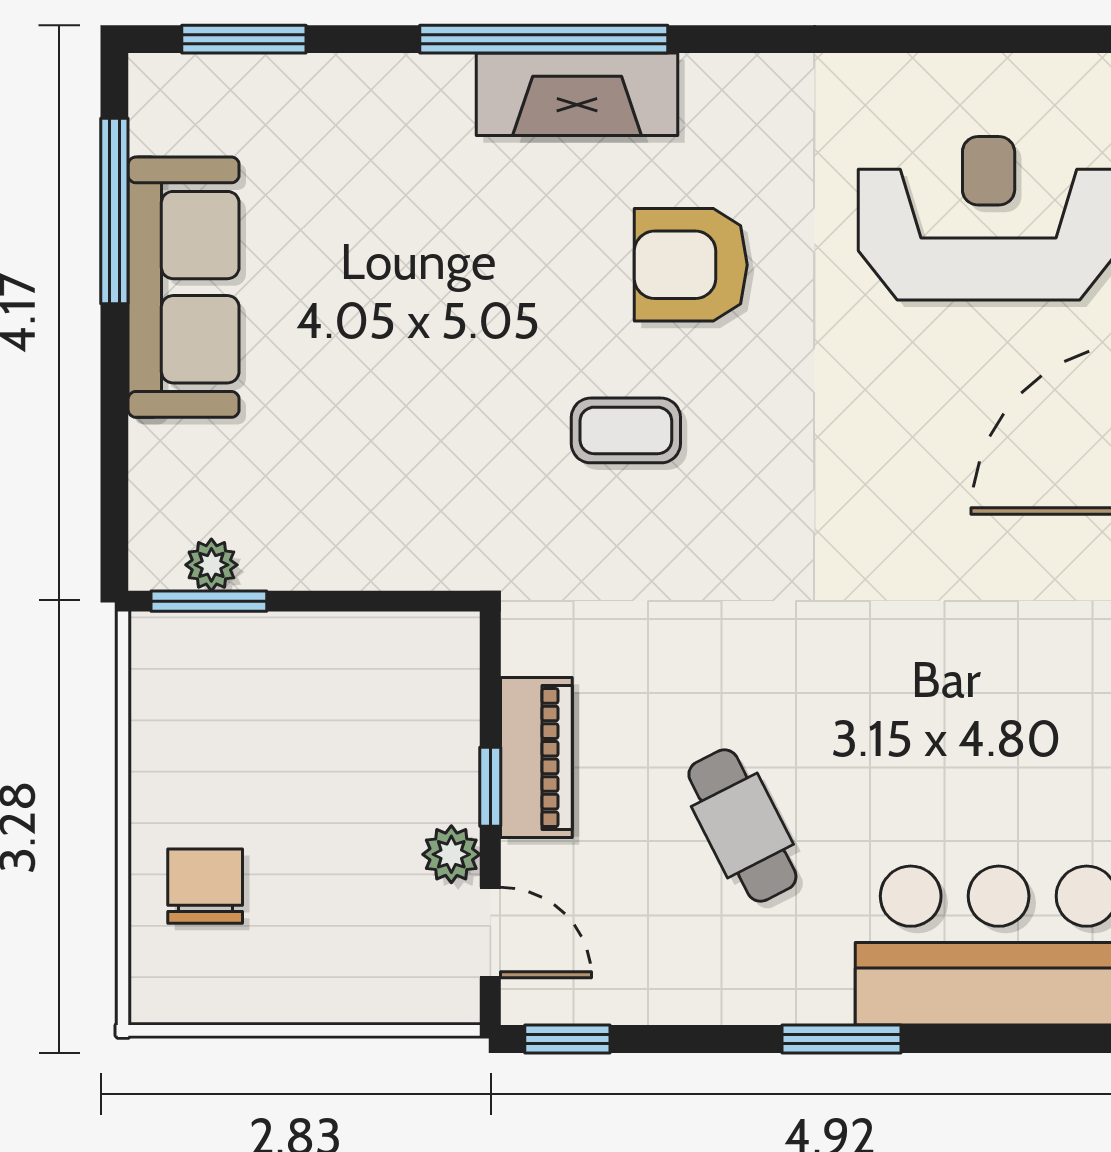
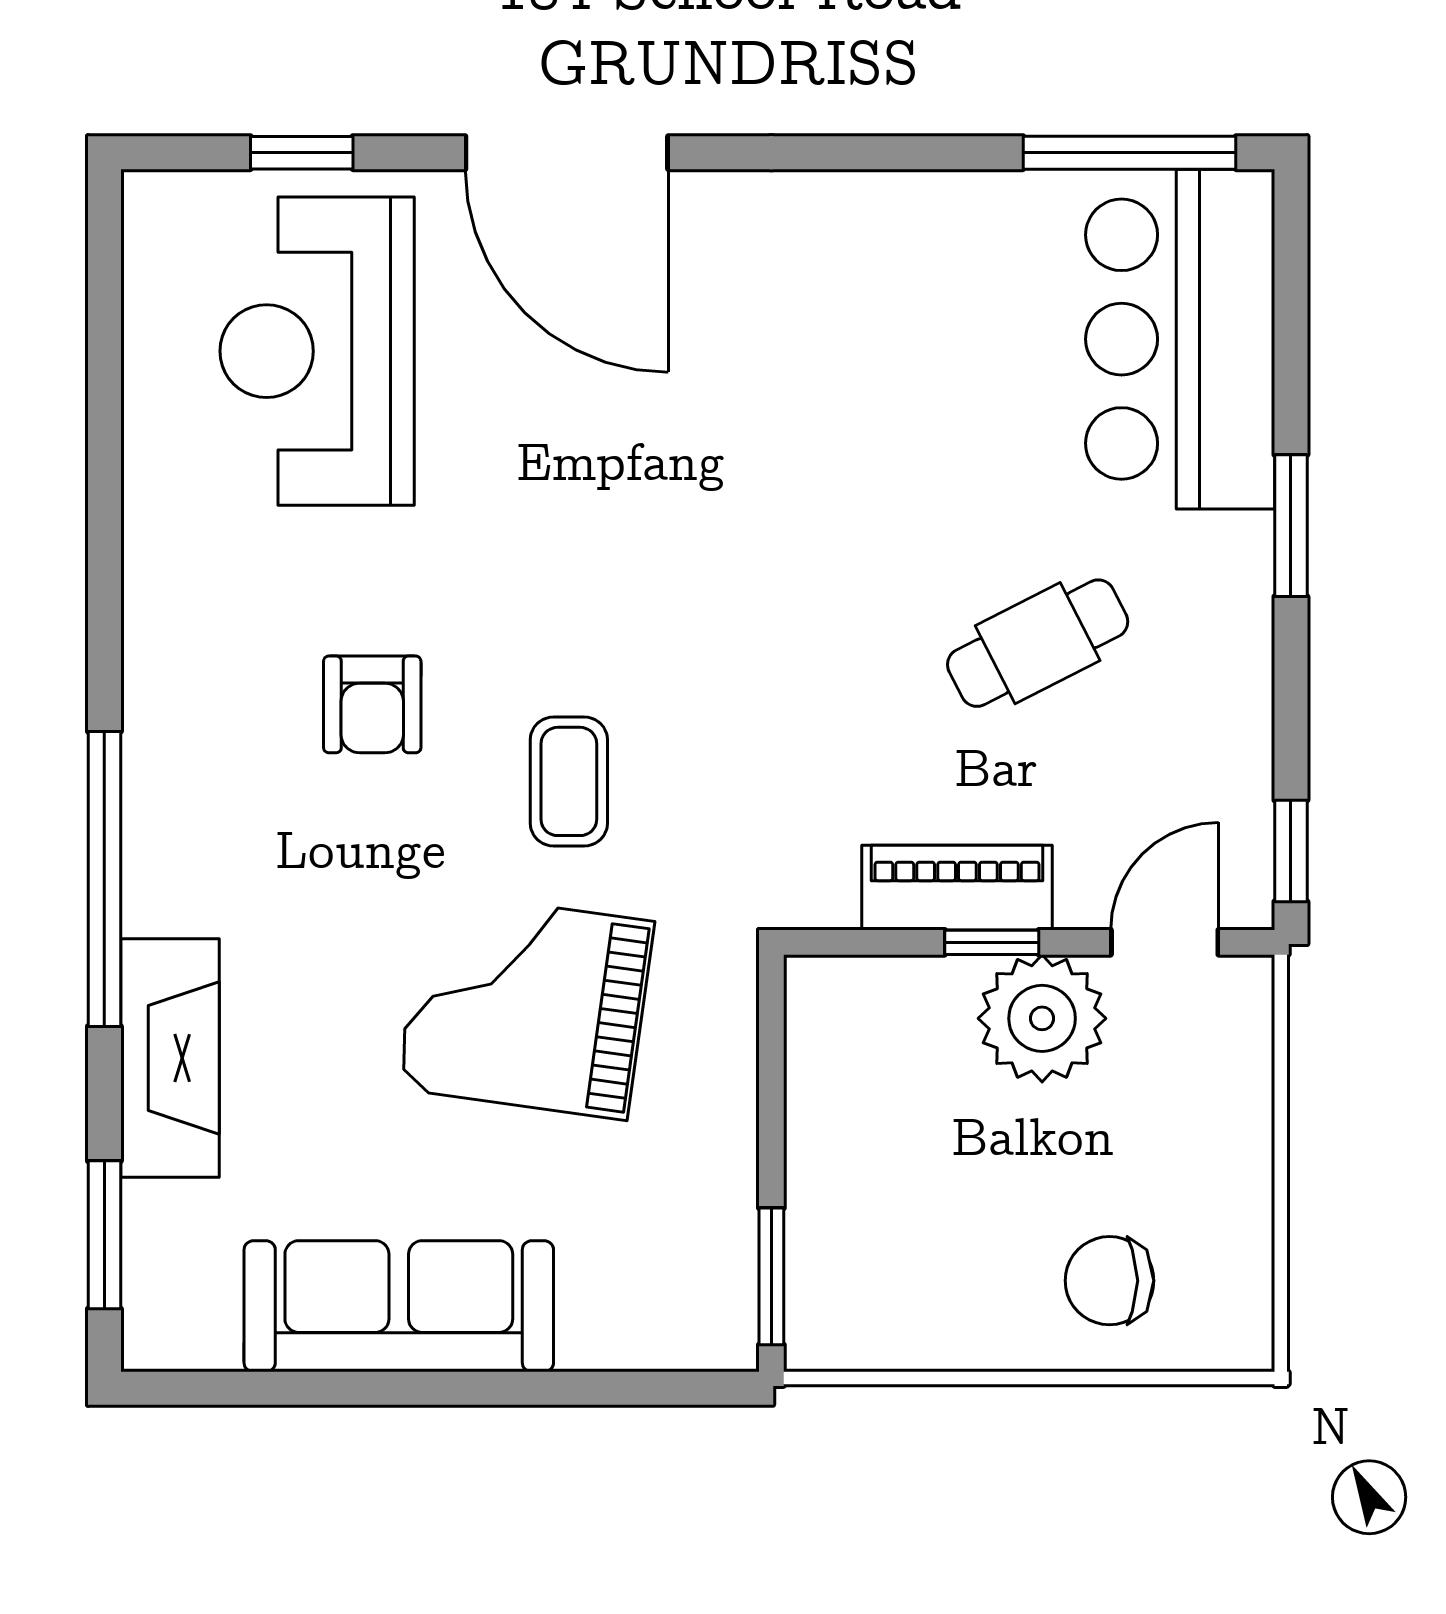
fireplace: (577, 94) -> (170, 1058), moved
window: (114, 211) -> (308, 1388), removed
armchair: (691, 265) -> (372, 704), width x0.72, depth x0.72
grand piano: (437, 394) -> (526, 1005), added
plant: (211, 565) -> (728, 1273), removed
plant: (451, 854) -> (1042, 1018), width x1.87, depth x1.87

